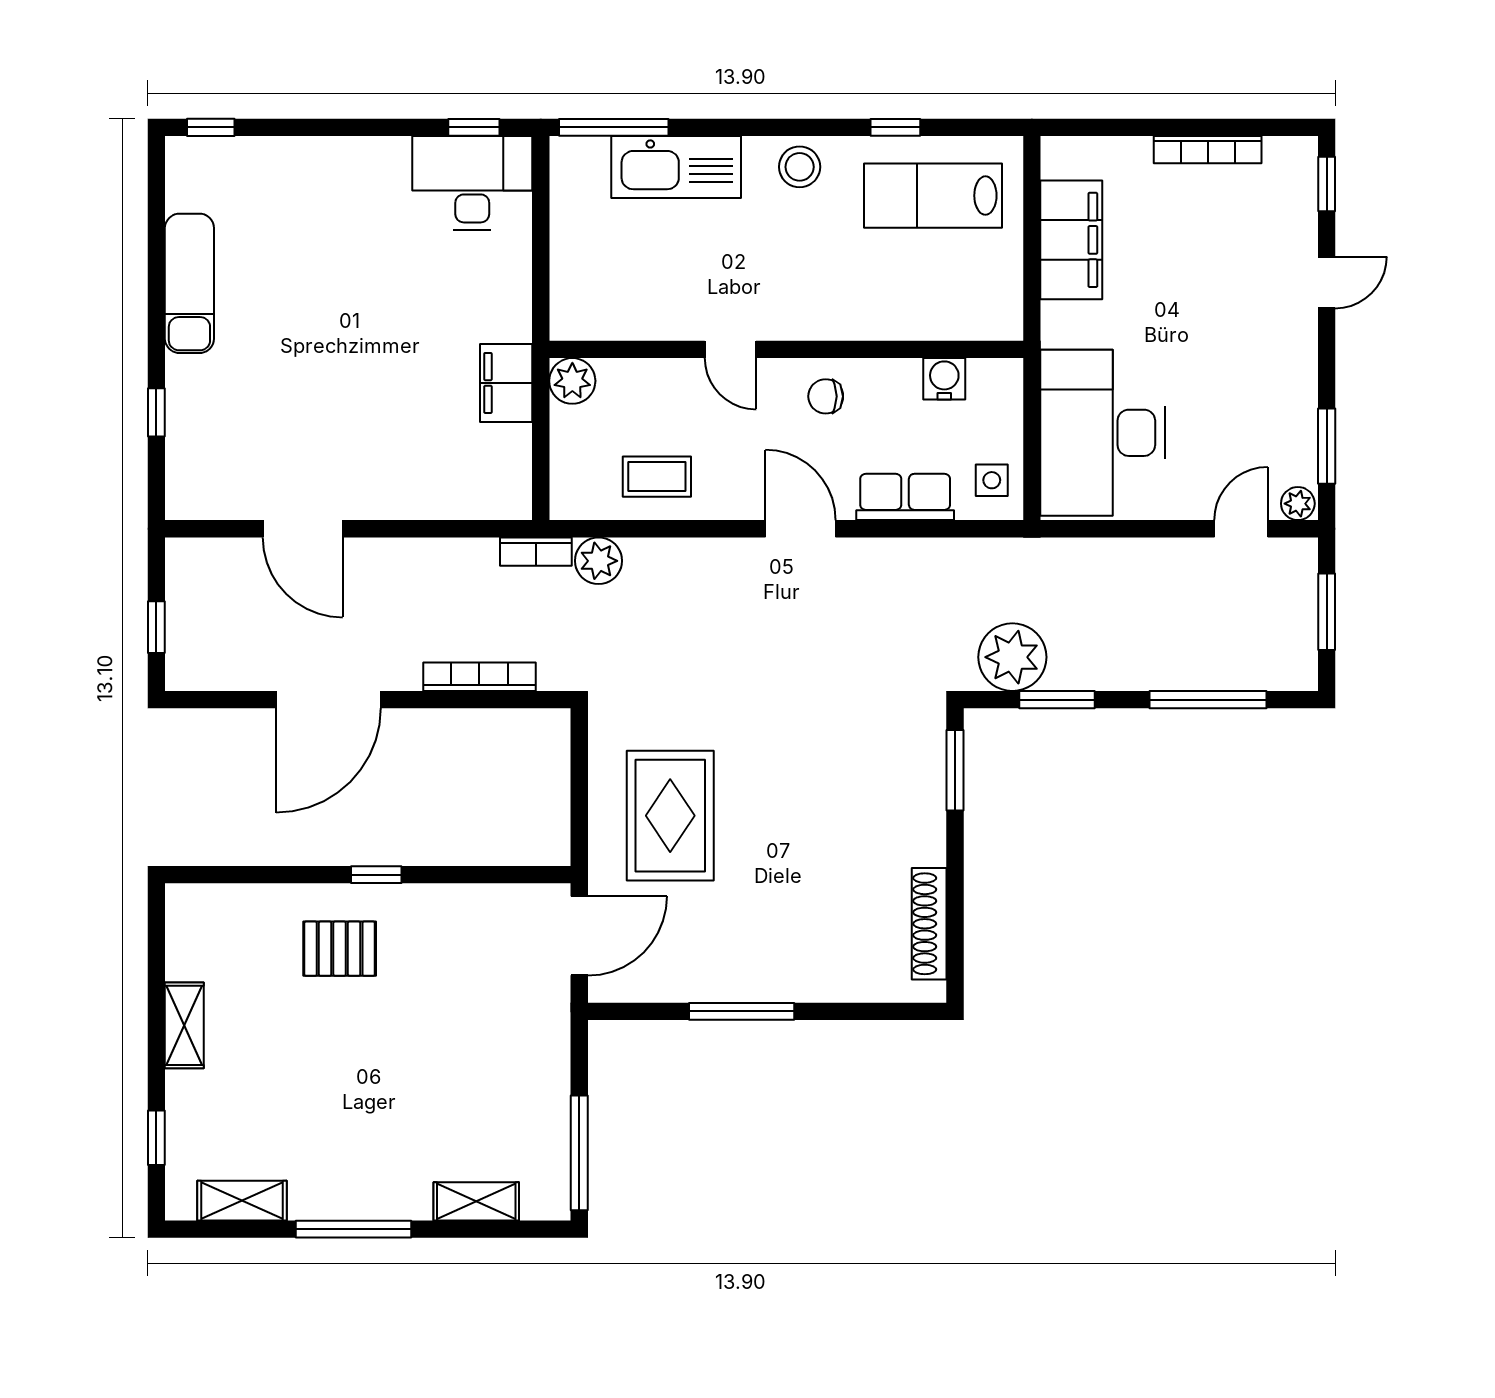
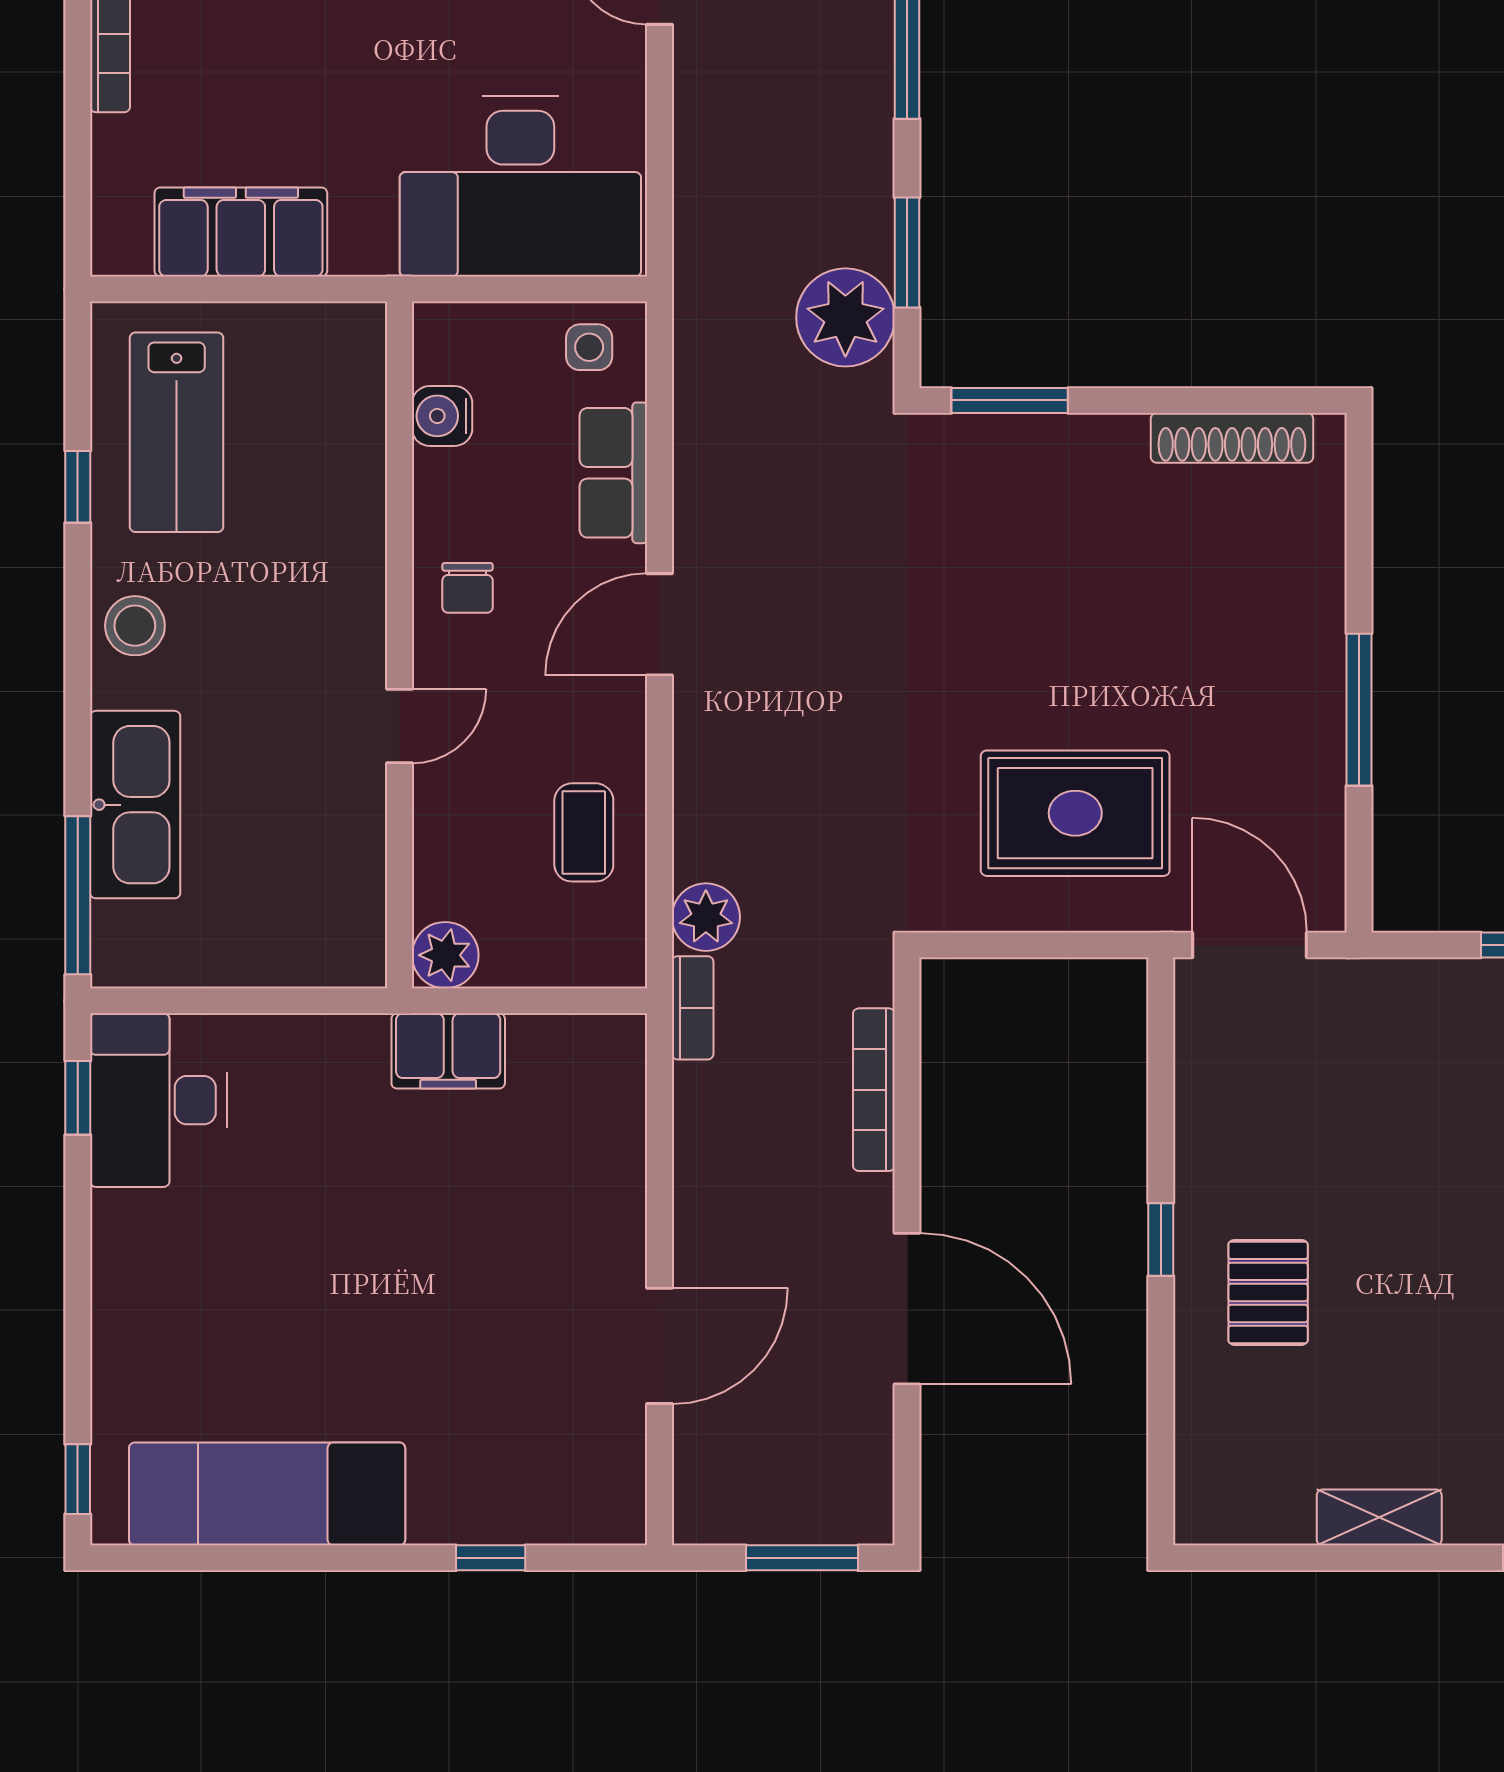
exam couch: (189, 283) -> (267, 1494), width x1.36, depth x1.45
window: (156, 627) -> (802, 1558), width x1.50

